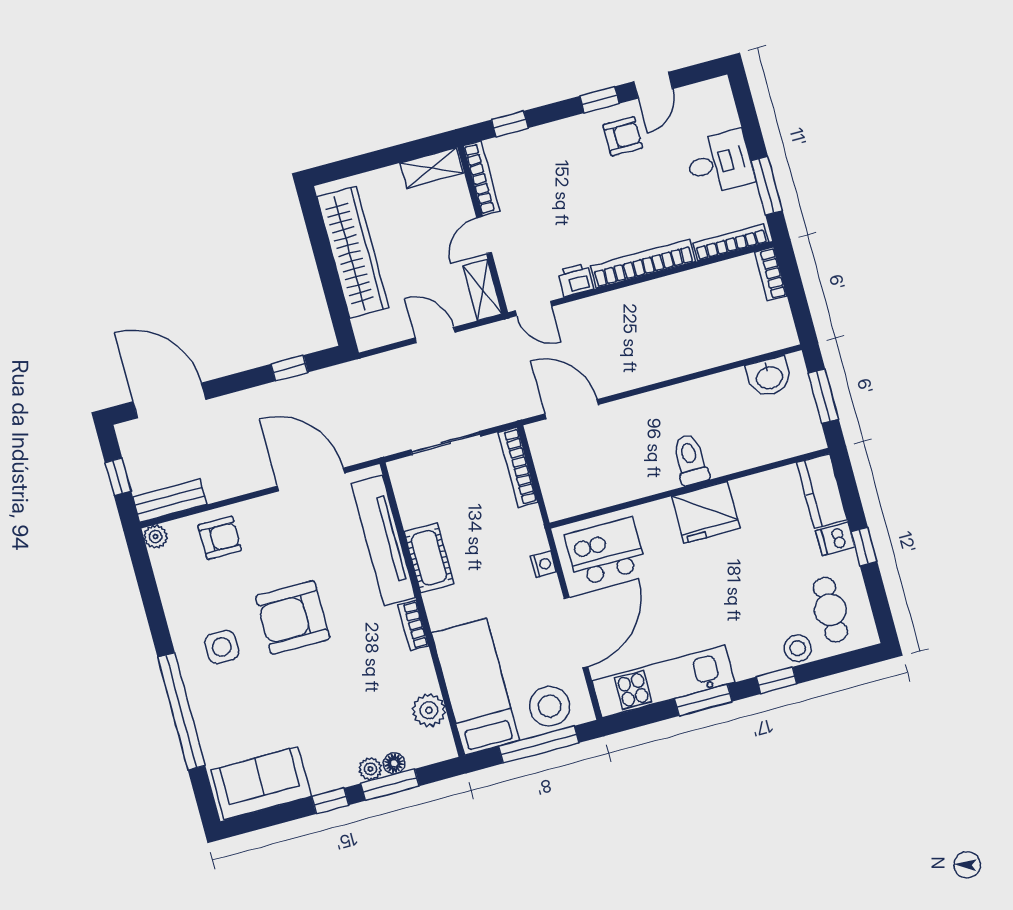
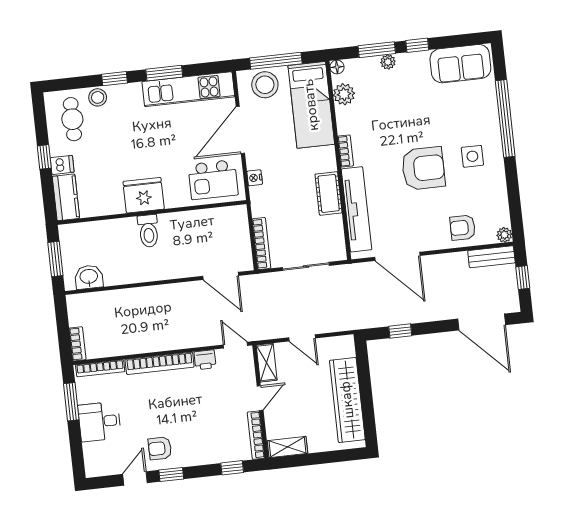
floor lamp: (394, 763) -> (337, 67), moved

